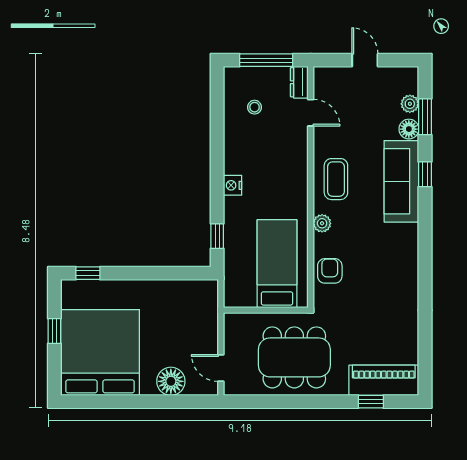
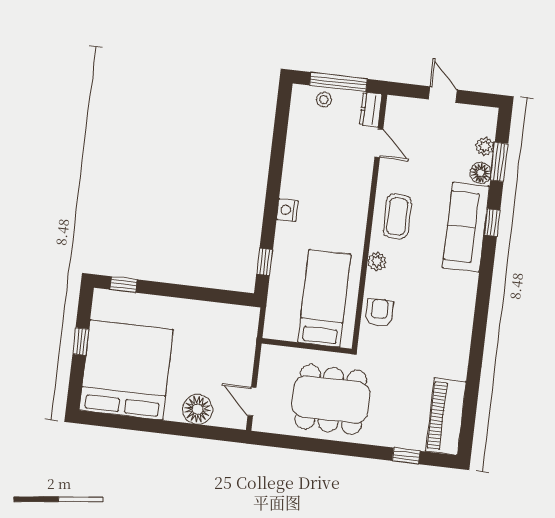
stool: (255, 107) -> (324, 99), moved
piano: (384, 380) -> (446, 417), moved, turned -90

